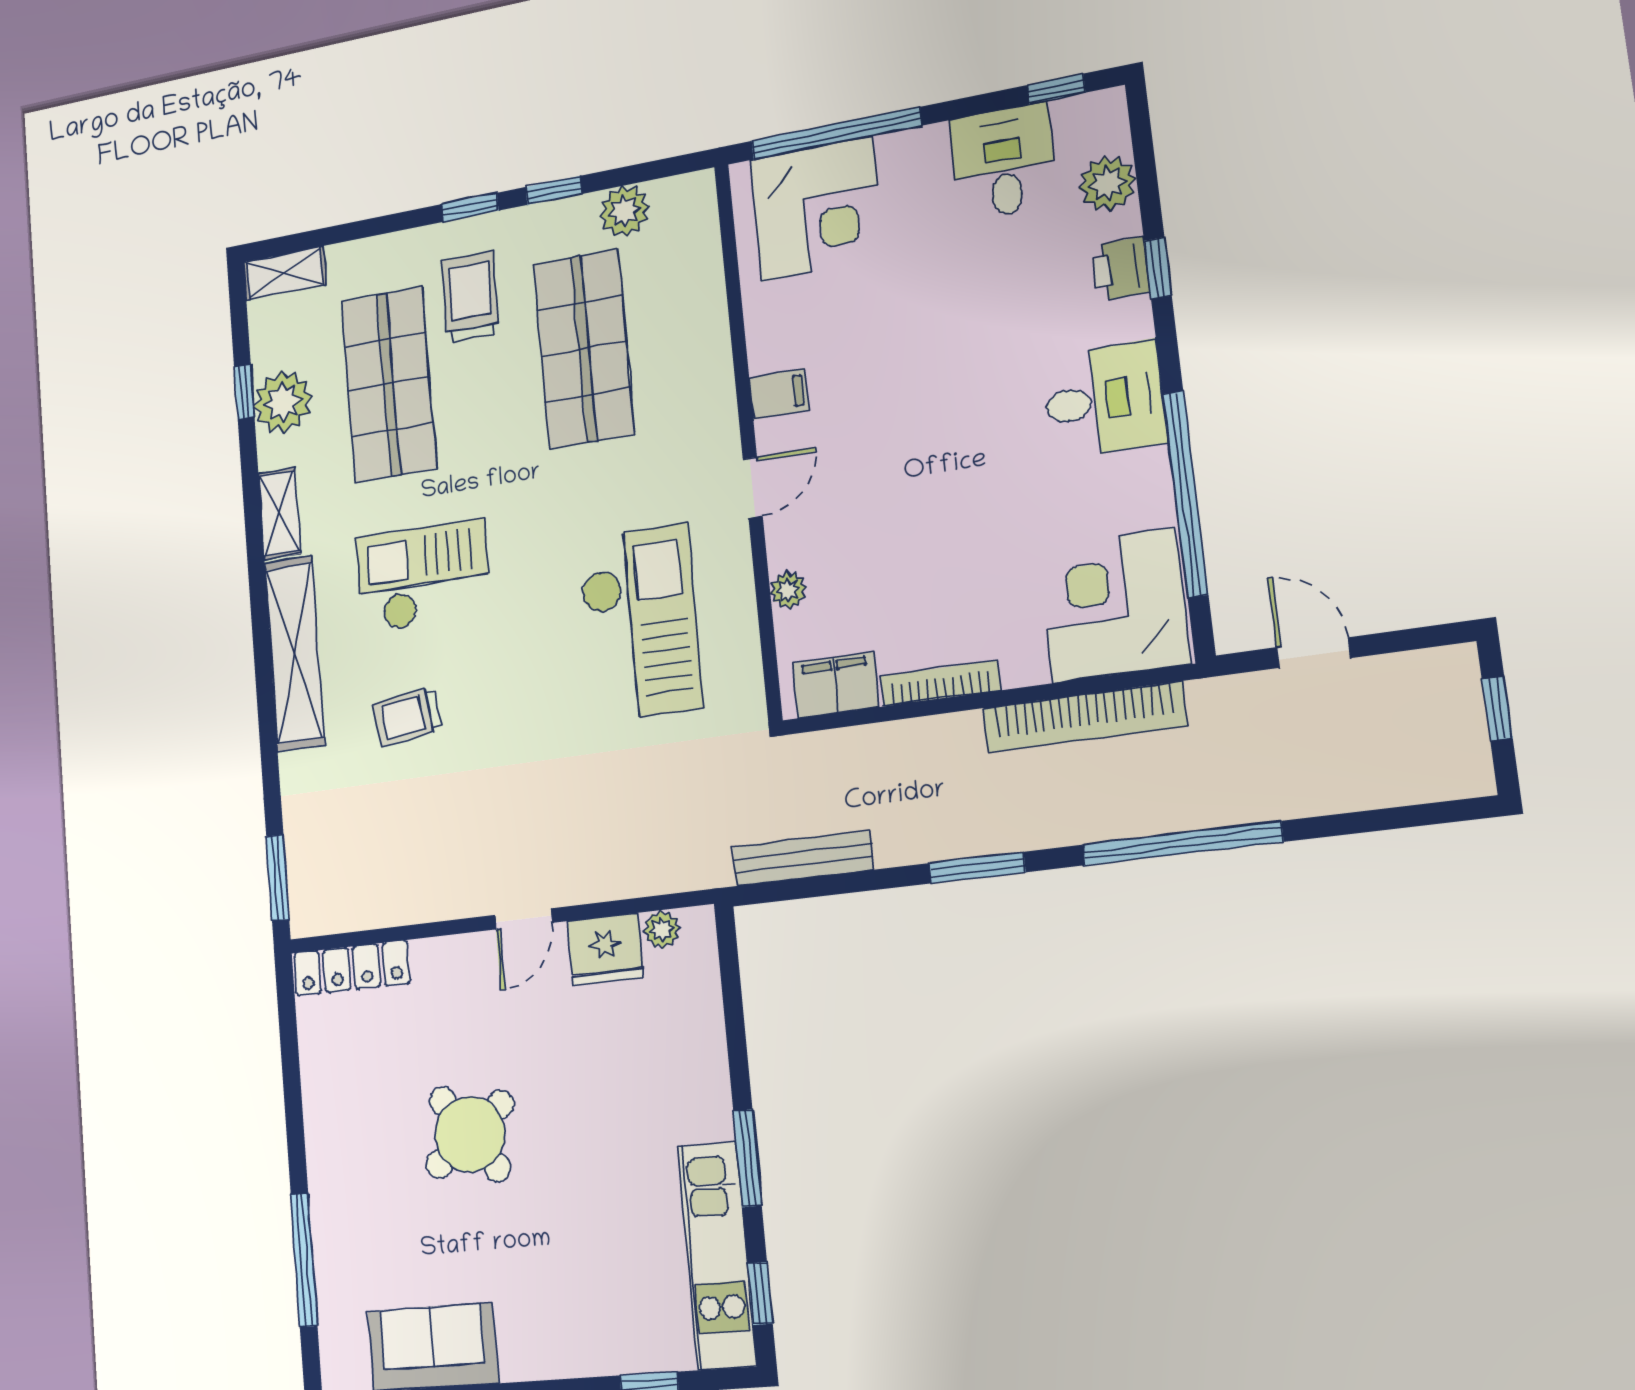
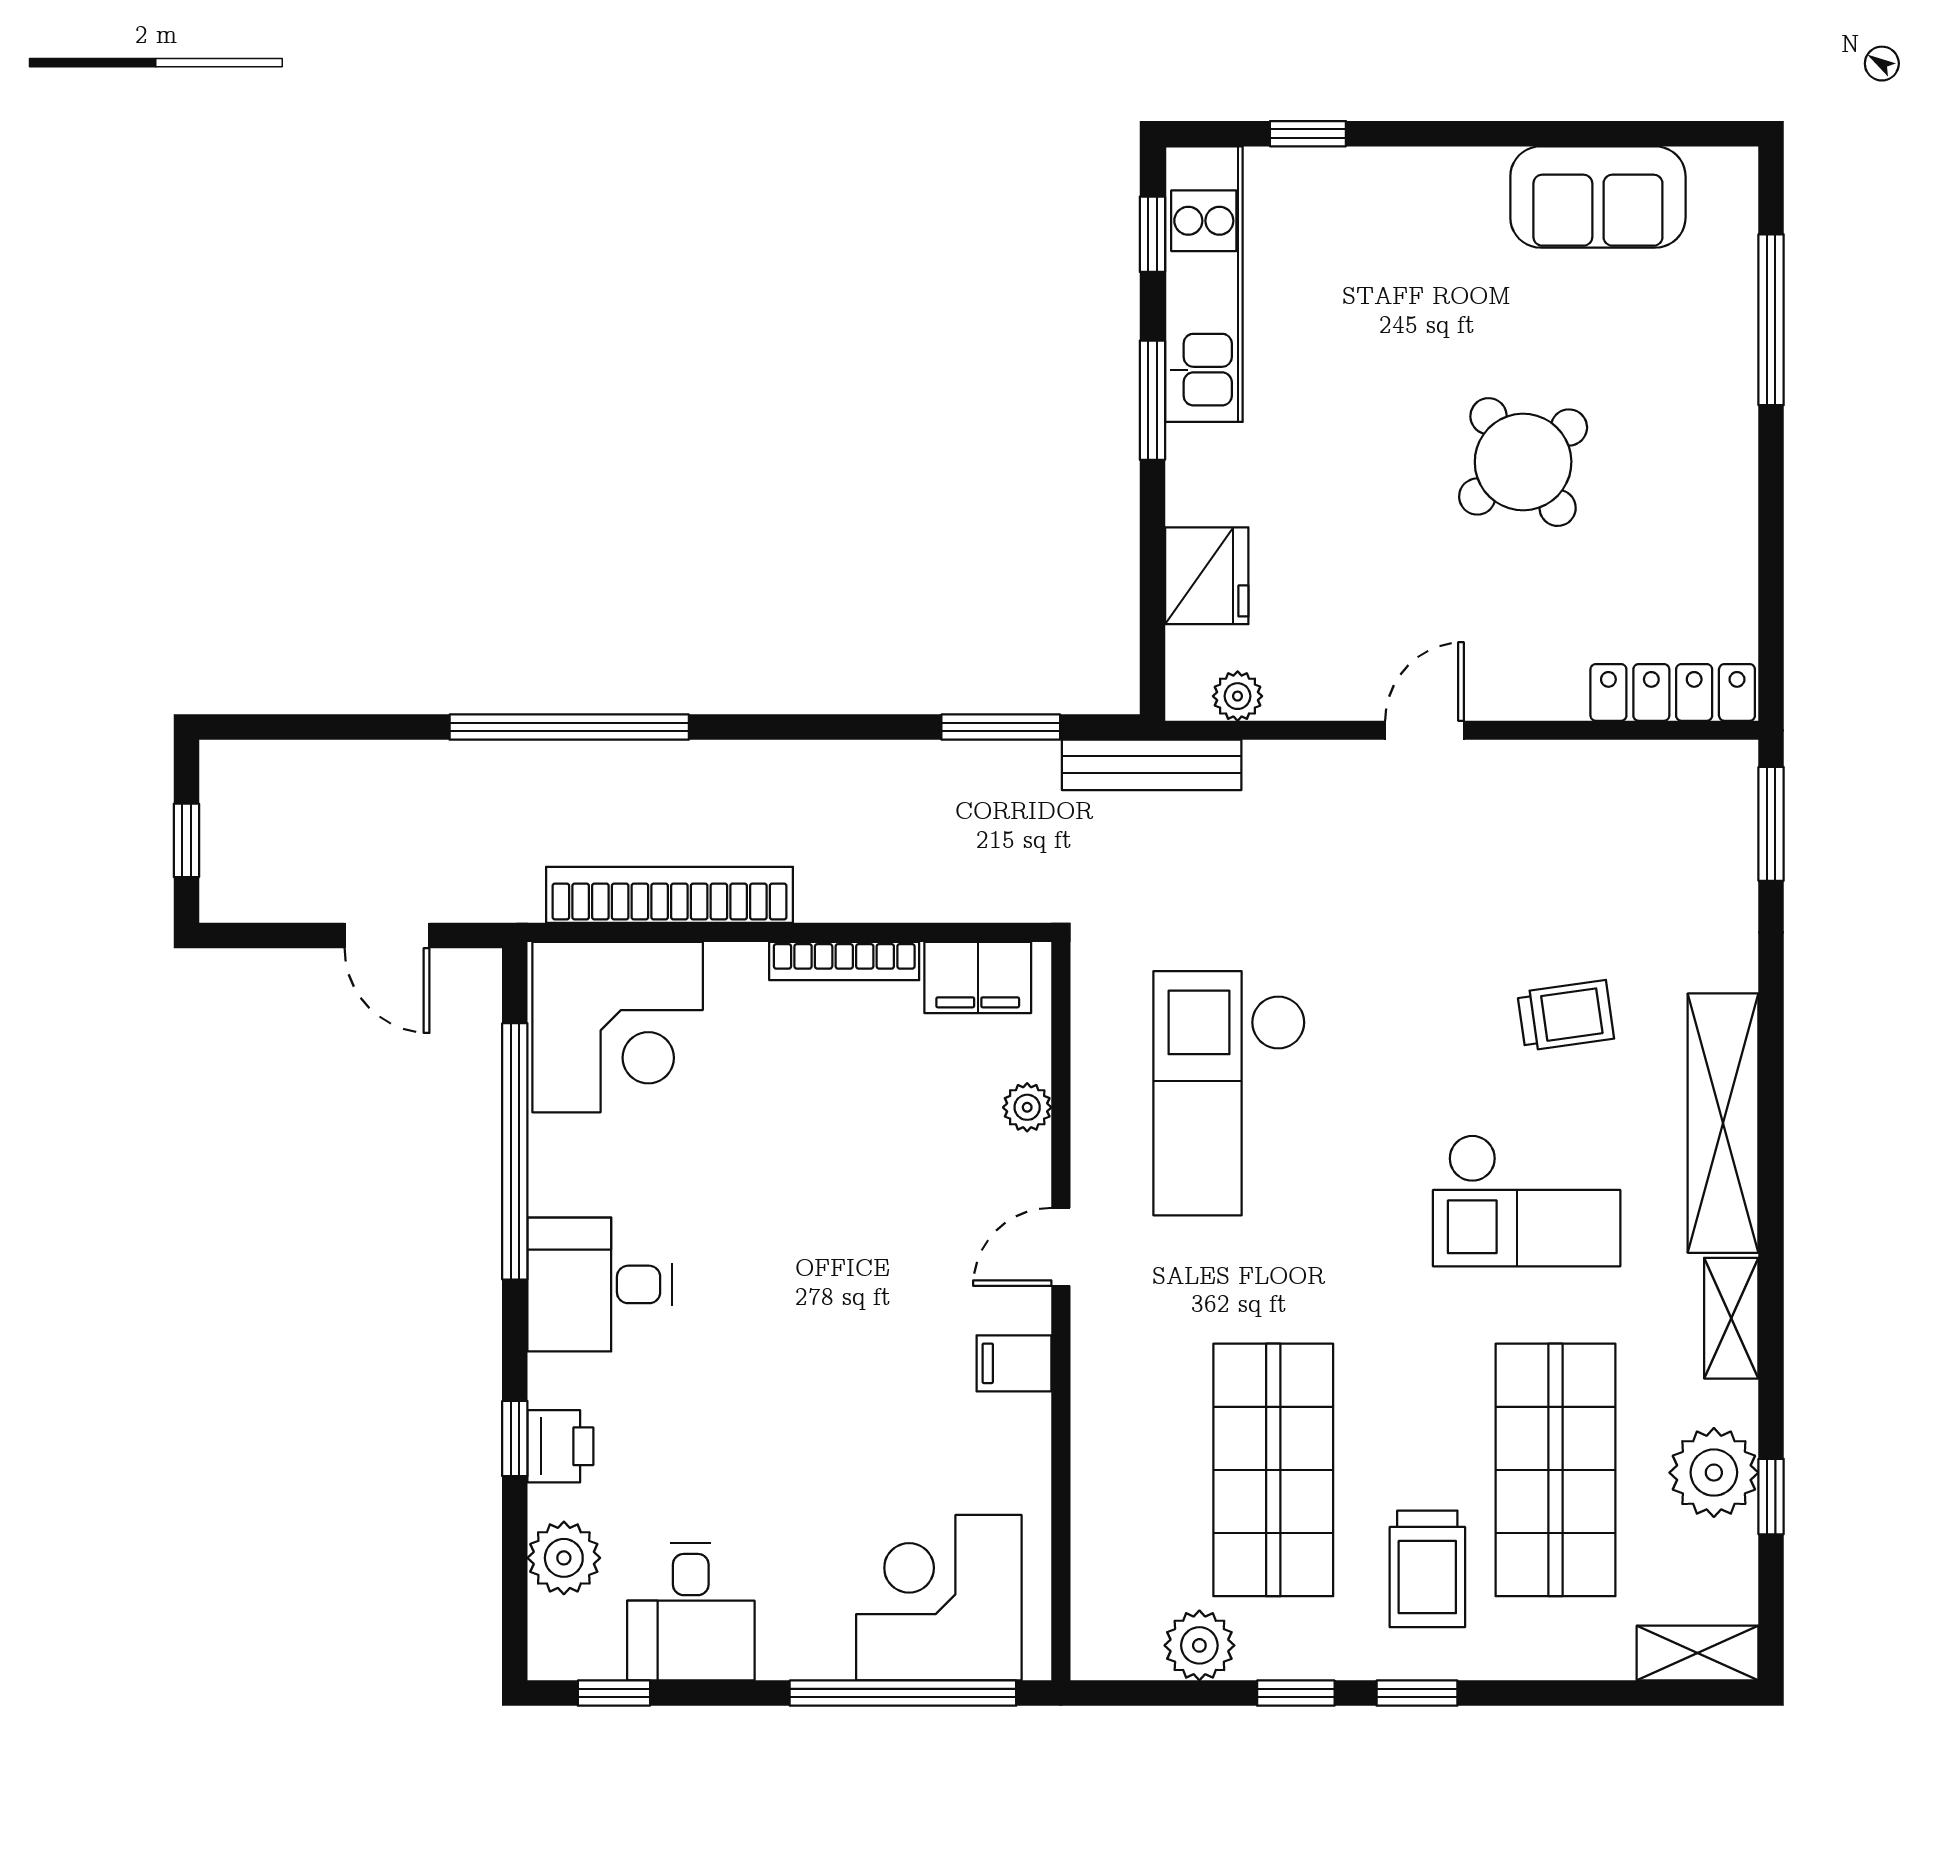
bench: (803, 858) -> (1152, 765), moved
window: (977, 868) -> (1001, 727), moved
fridge: (606, 949) -> (1207, 576), moved, turned 90

